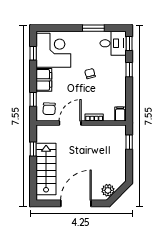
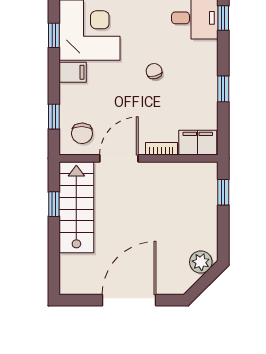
window: (129, 70) -> (223, 89), moved
filing cabinet: (44, 80) -> (73, 72), width x0.50
filing cabinet: (120, 114) -> (198, 143), width x2.00
stairs: (46, 169) -> (76, 207), moved
plant: (108, 190) -> (201, 262), moved

